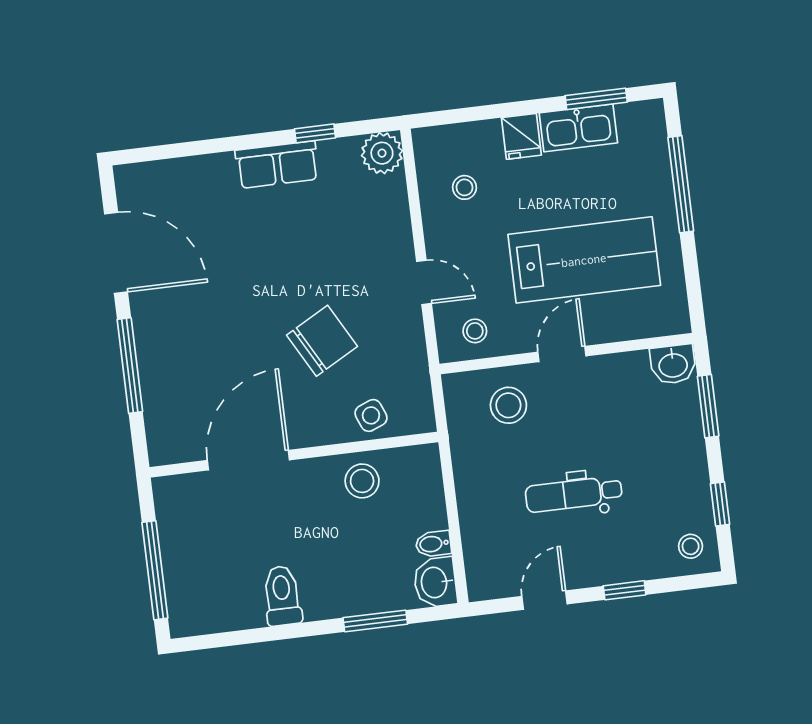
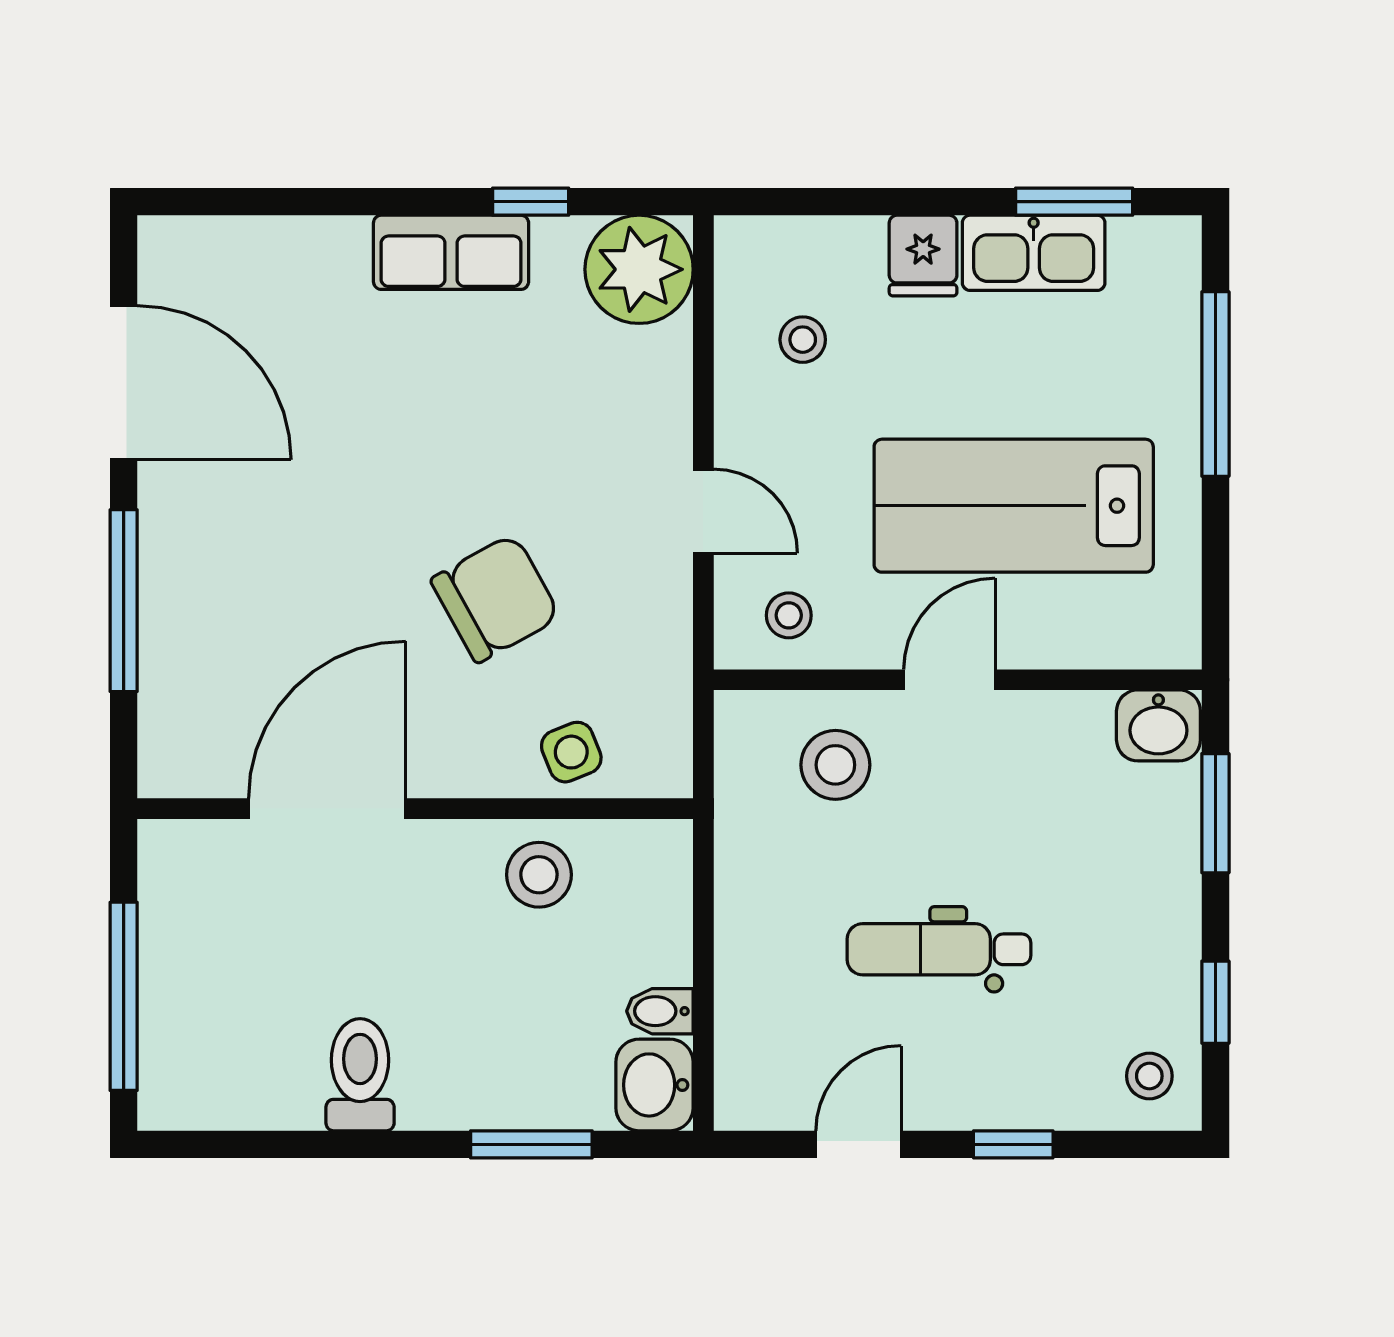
plant: (382, 153) -> (639, 269), width x1.36, depth x1.36
lab bench: (584, 260) -> (1014, 506), turned 180

